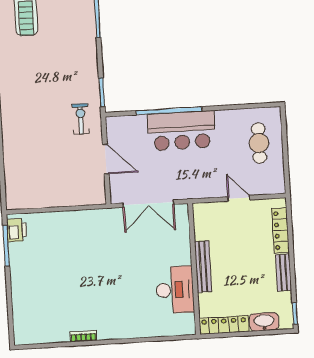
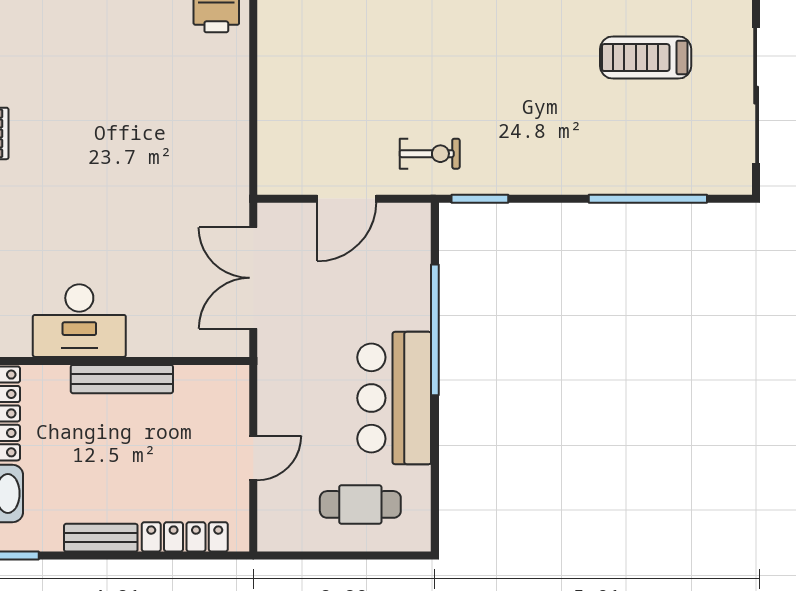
bar counter: (182, 131) -> (394, 398), moved

